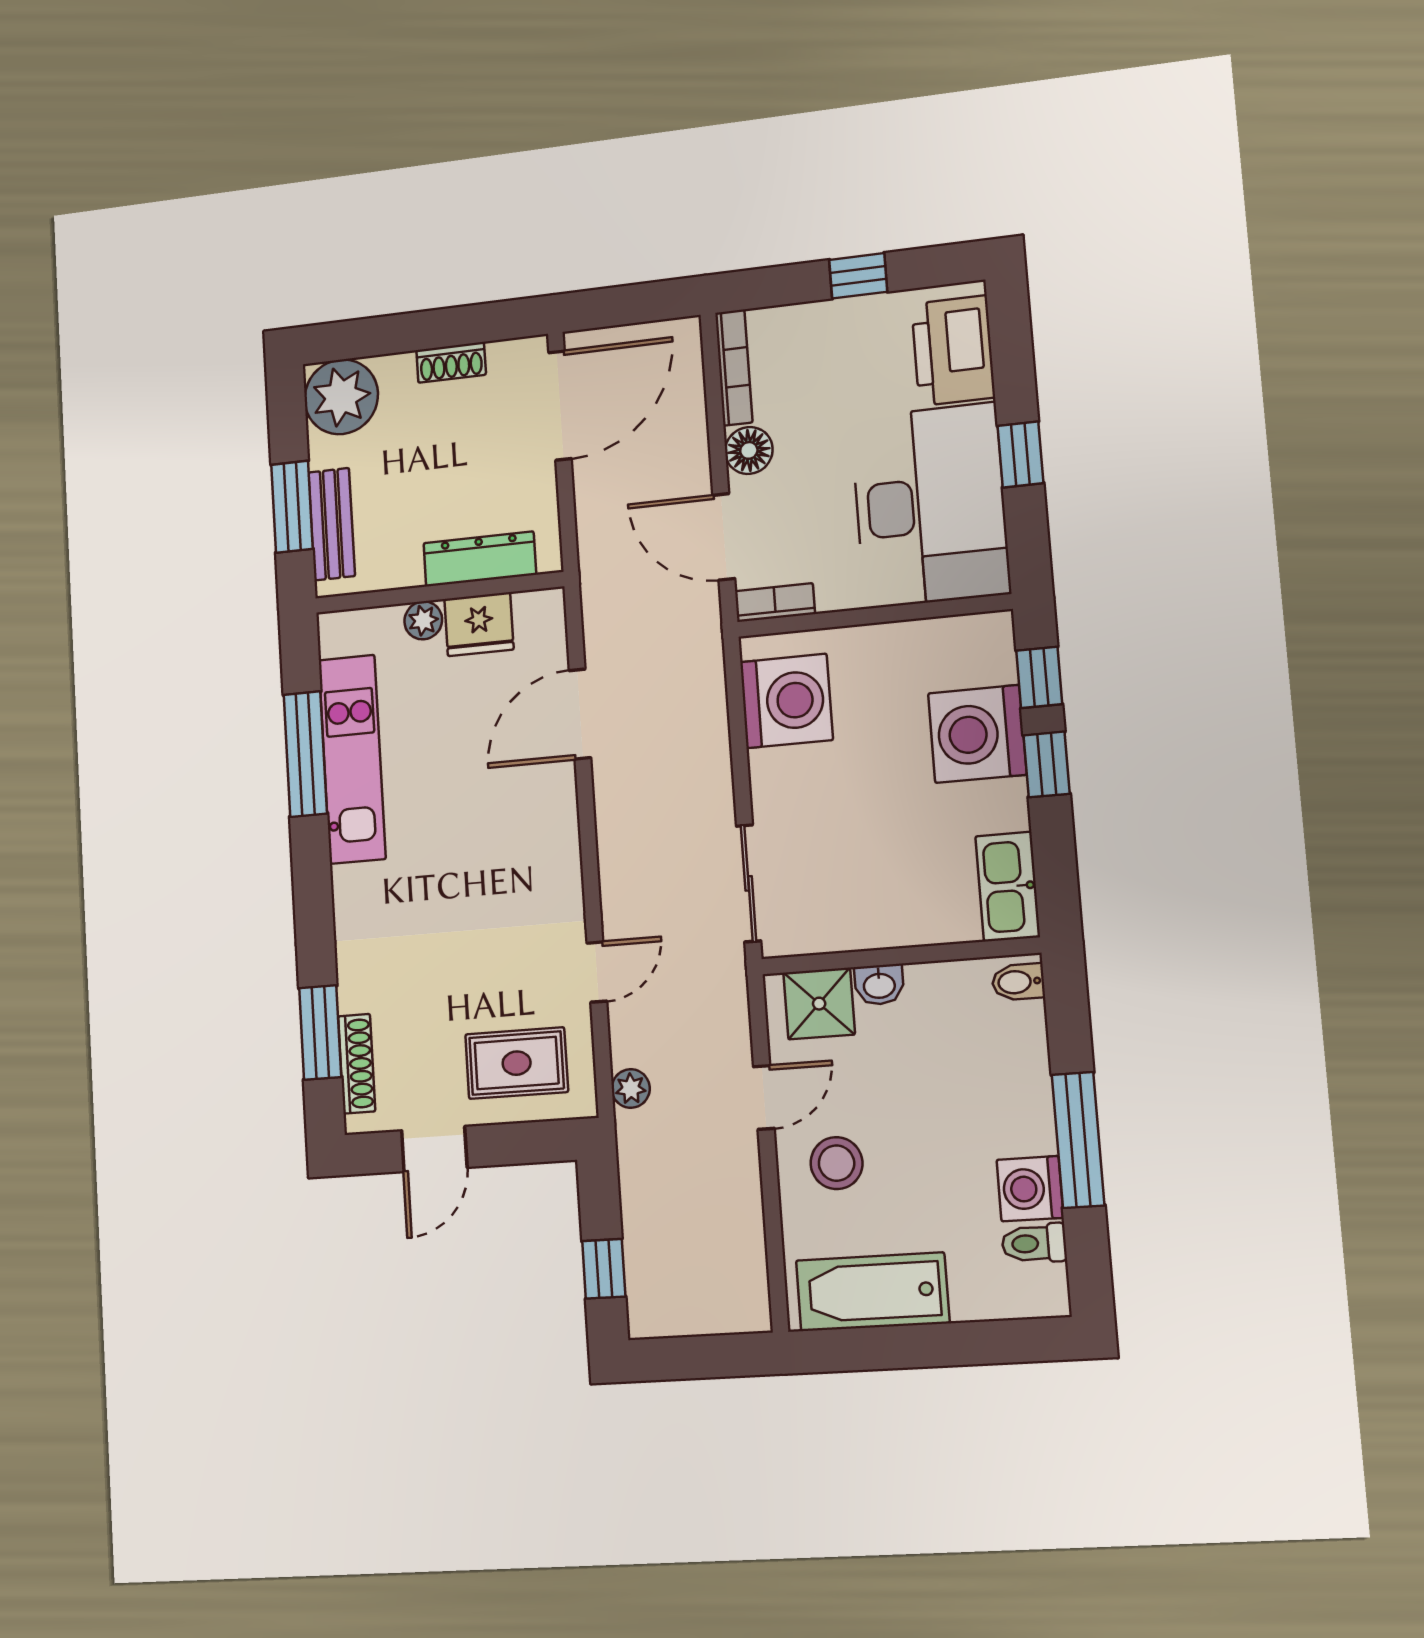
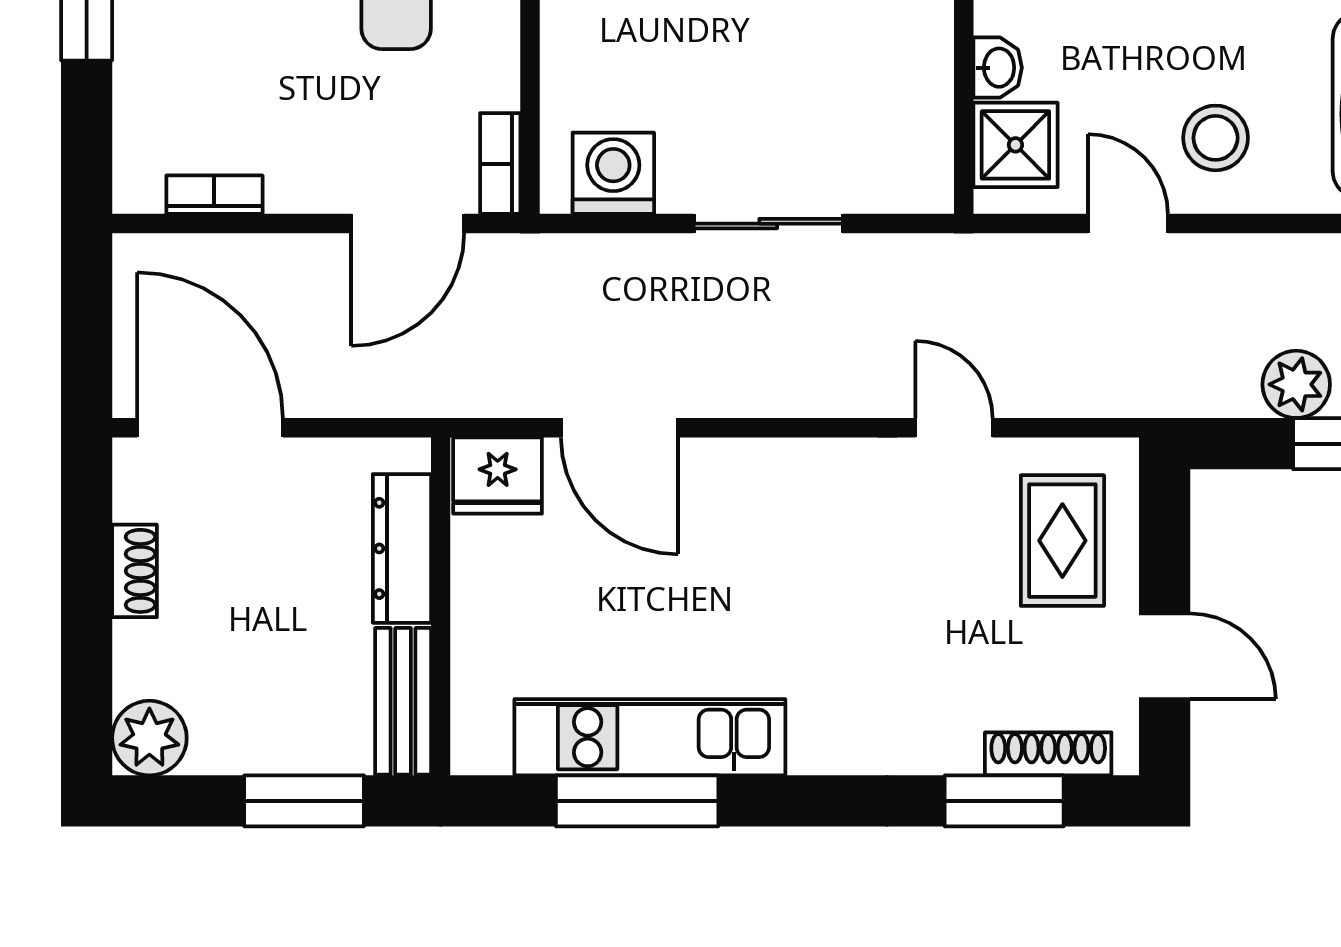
bookcase: (734, 368) -> (214, 195), width x0.64
plant: (341, 397) -> (149, 738), width x0.73, depth x0.73
floor lamp: (749, 450) -> (299, 183), removed
bench: (332, 524) -> (403, 701), moved, turned 90
plant: (423, 620) -> (476, 630), removed
fridge: (479, 624) -> (498, 475), moved, turned 90
washing machine: (786, 701) -> (613, 173), width x0.73, depth x0.73
sliding door: (749, 883) -> (768, 224), moved
plant: (631, 1089) -> (1296, 384), moved, width x1.38, depth x1.38

